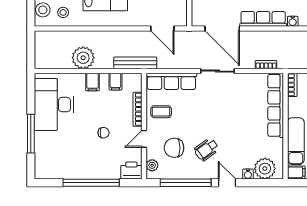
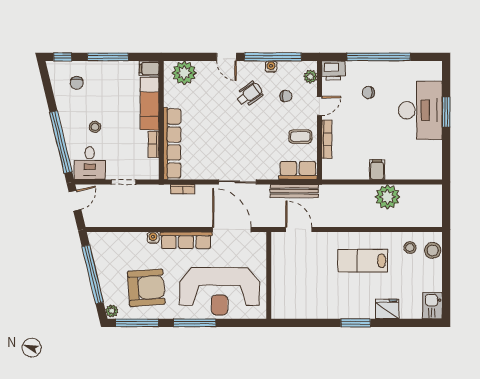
bench: (135, 63) -> (294, 191), moved
row of seats: (171, 81) -> (298, 170), width x0.68
filing cabinet: (115, 82) -> (351, 170), removed
bookcase: (292, 85) -> (154, 144), moved
desk: (54, 105) -> (420, 110), moved
chair: (103, 133) -> (368, 92), moved
window: (31, 134) -> (446, 112), width x0.69
chair: (174, 148) -> (286, 96), width x0.54, depth x0.54
water cooler: (248, 174) -> (271, 67), moved

